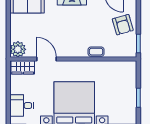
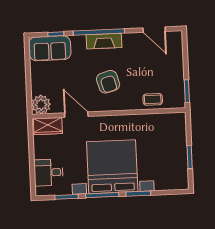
armchair: (123, 25) -> (108, 82), moved
coffee table: (96, 52) -> (153, 99), moved

